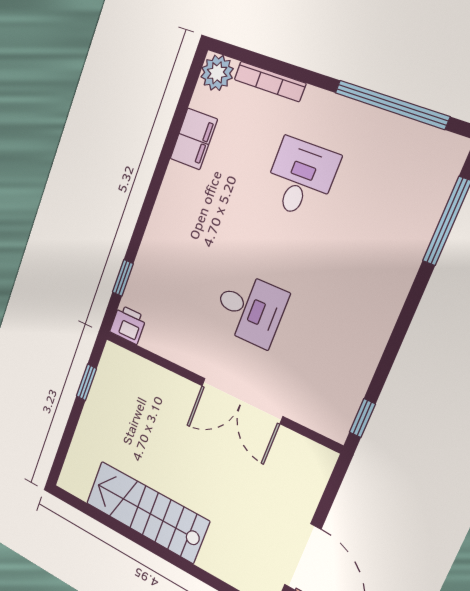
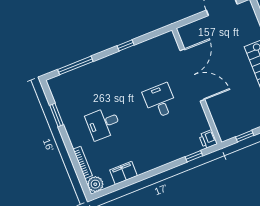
window: (391, 105) -> (56, 115), width x0.47
double door: (242, 401) -> (192, 75), width x1.36
window: (362, 418) -> (126, 45), moved

